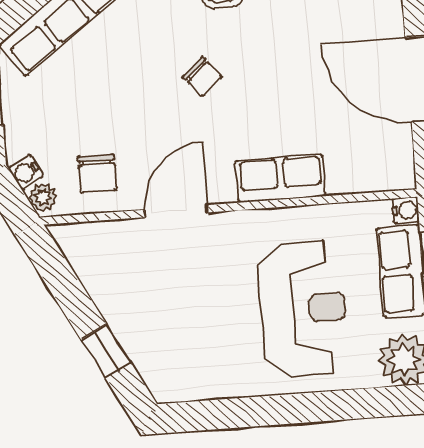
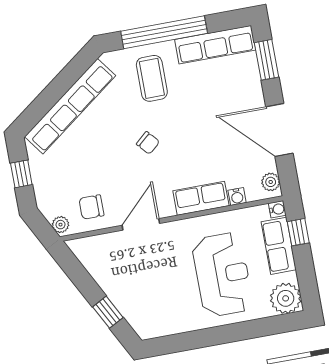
plant: (400, 164) -> (271, 182), added
water cooler: (26, 172) -> (237, 197), moved, turned -62
chair: (97, 173) -> (91, 207), turned 90

